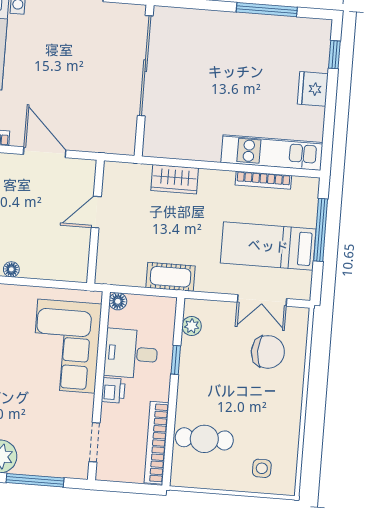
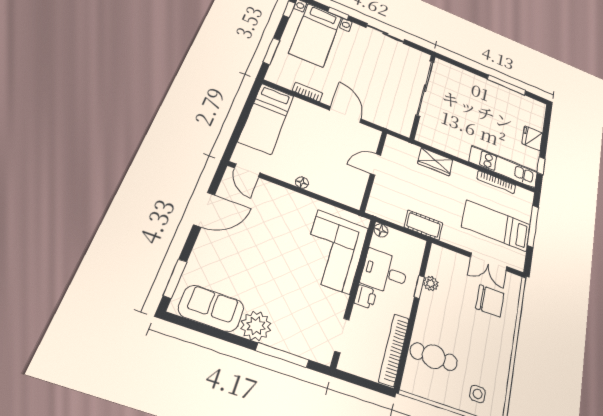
window: (334, 55) -> (541, 166), moved
plant: (192, 326) -> (431, 283), moved

